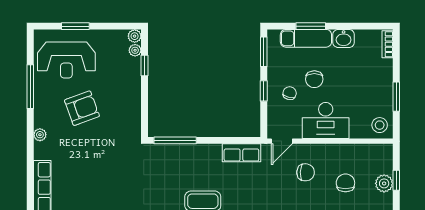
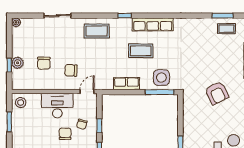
armchair: (82, 108) -> (217, 93), moved, turned -96
row of seats: (241, 153) -> (126, 84), moved
side table: (173, 162) -> (161, 78), added

